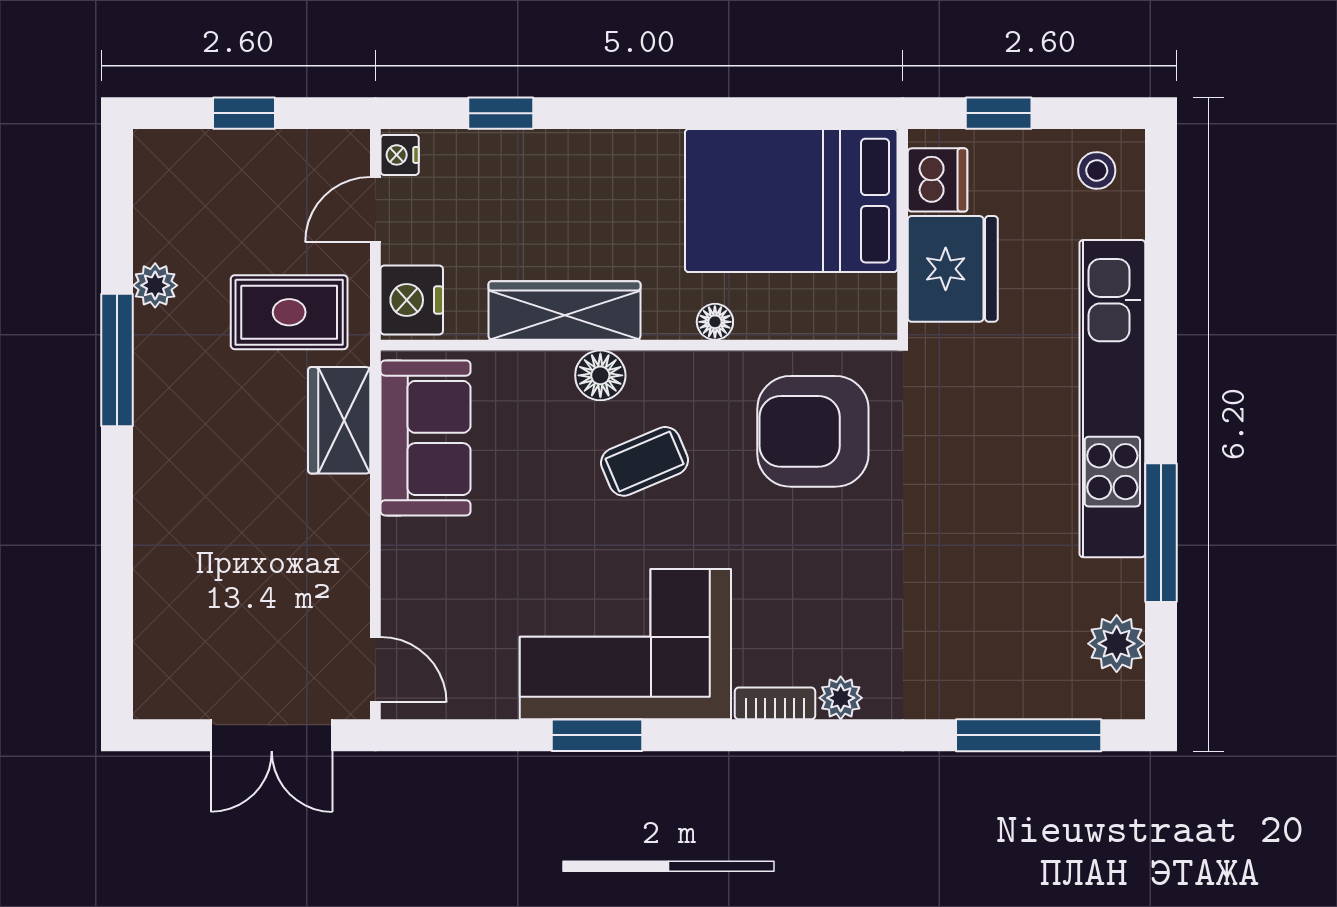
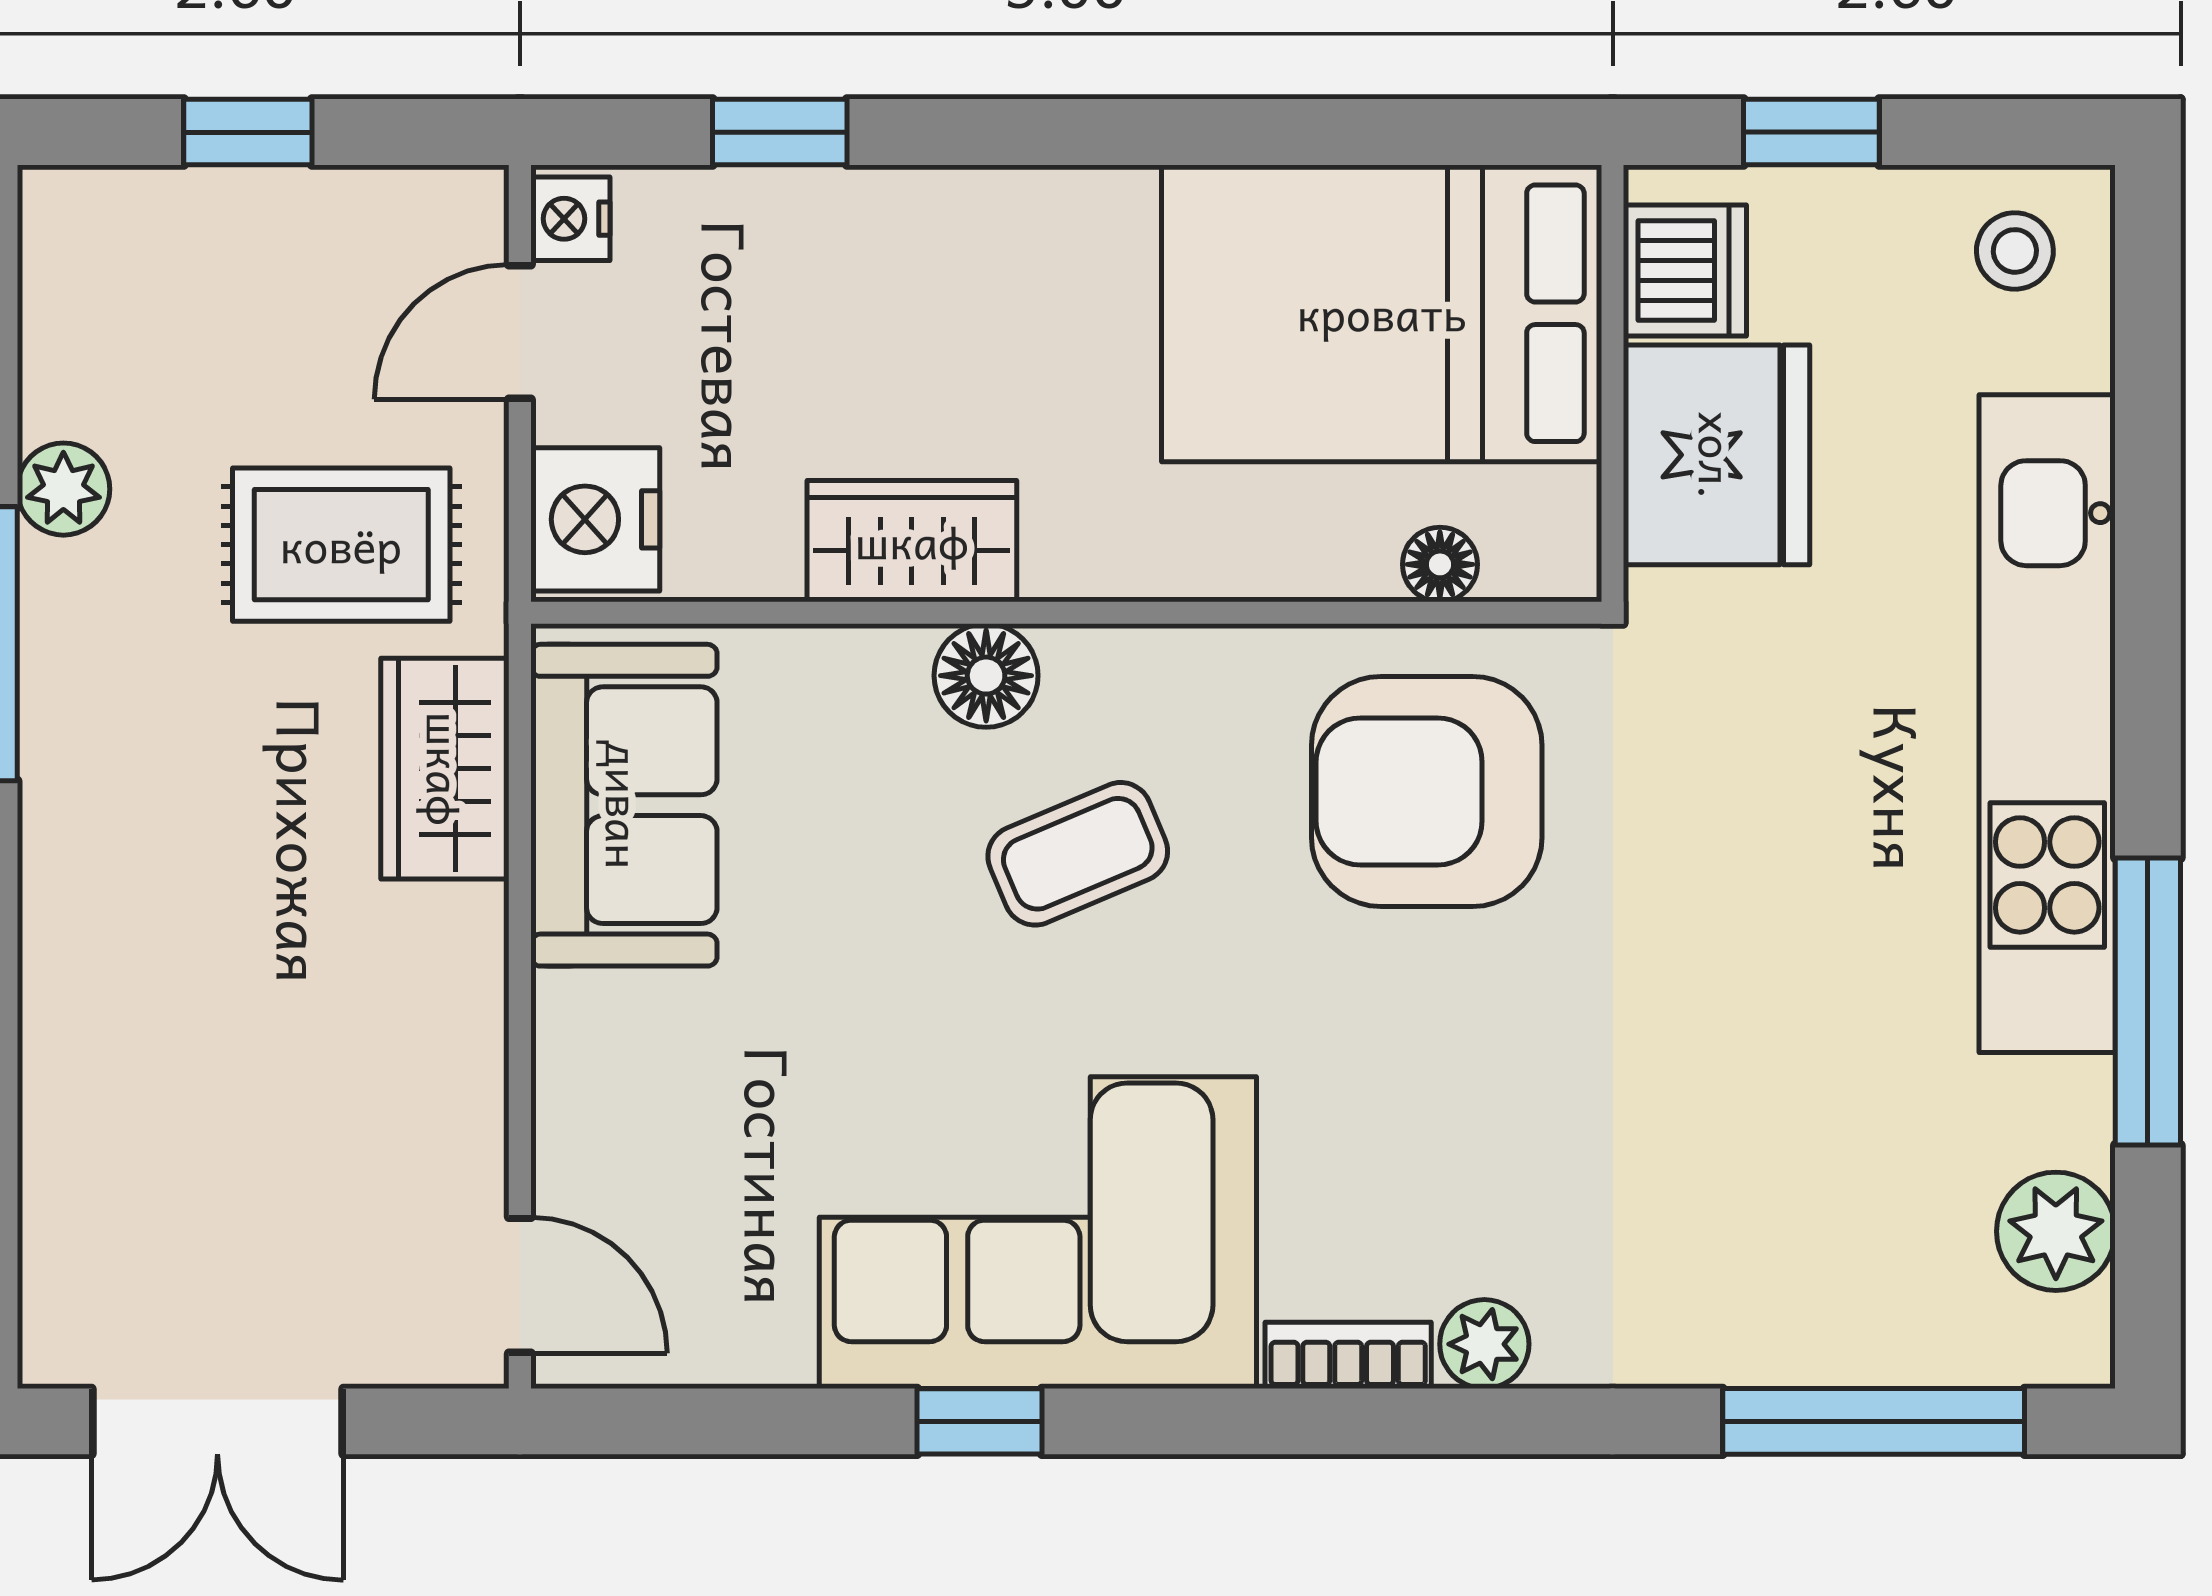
wardrobe: (564, 311) -> (912, 541), width x0.67
floor lamp: (715, 322) -> (1440, 564), moved
double door: (272, 735) -> (217, 1421), moved
window: (597, 735) -> (979, 1421), width x0.67

